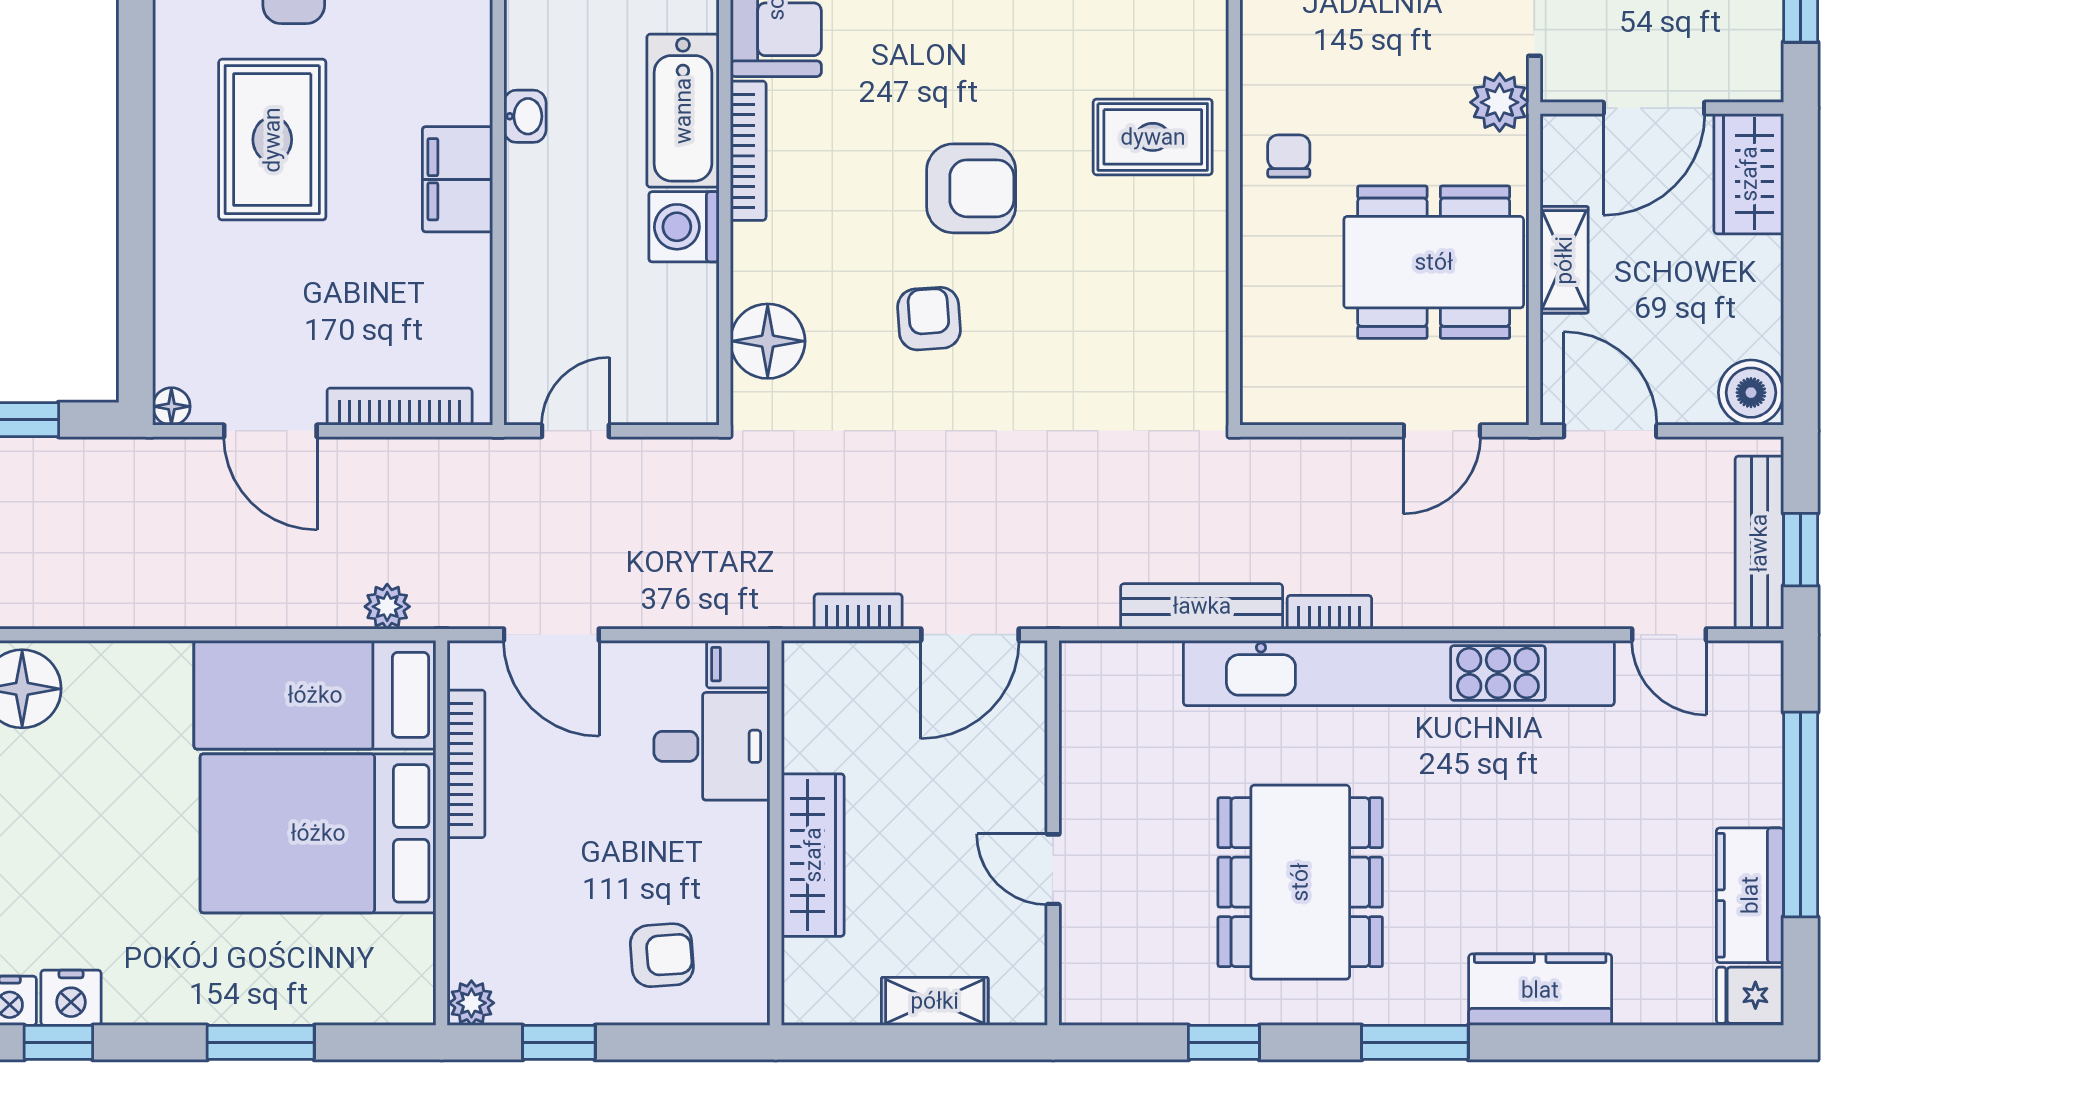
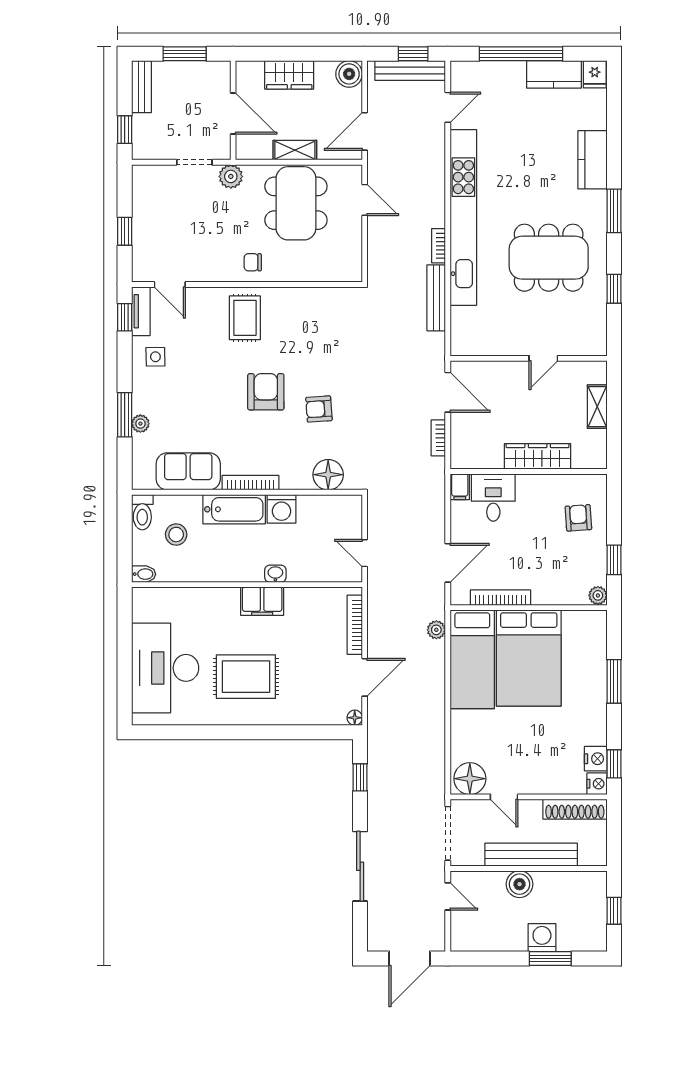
washbasin: (525, 116) -> (275, 574), moved
wardrobe: (1749, 174) -> (289, 75), moved

